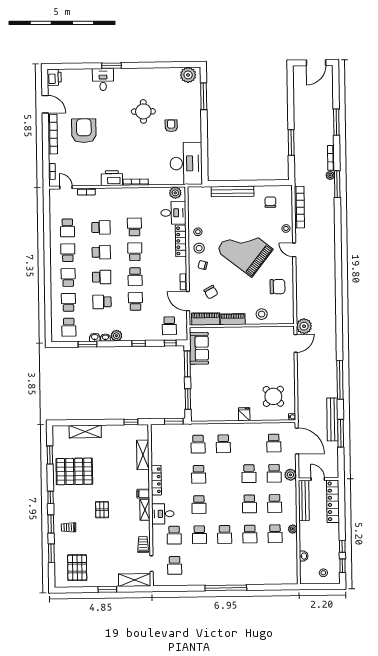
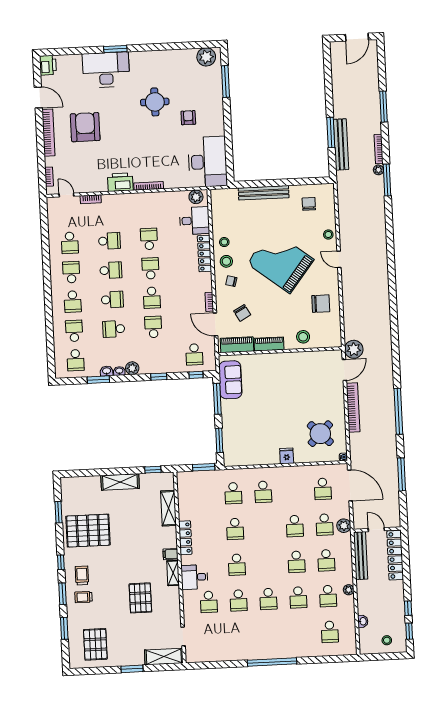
desk: (103, 80) -> (106, 70), width x1.87, depth x1.30
bookcase: (299, 207) -> (353, 407), moved
school desk: (68, 278) -> (73, 302), turned 180
bench: (332, 419) -> (341, 144), moved
shelving: (85, 432) -> (120, 482), moved
pallet: (102, 510) -> (140, 598), moved, width x1.50, depth x1.42
trolley: (143, 544) -> (82, 575), moved
school desk: (175, 565) -> (330, 632), moved

